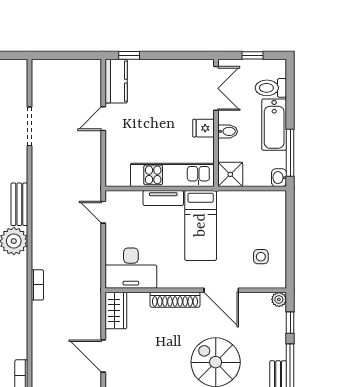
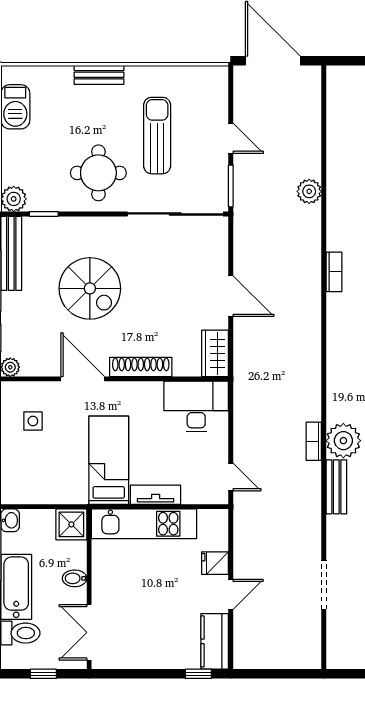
fridge: (204, 128) -> (215, 563), moved, turned 180
bookcase: (37, 285) -> (314, 441), moved

